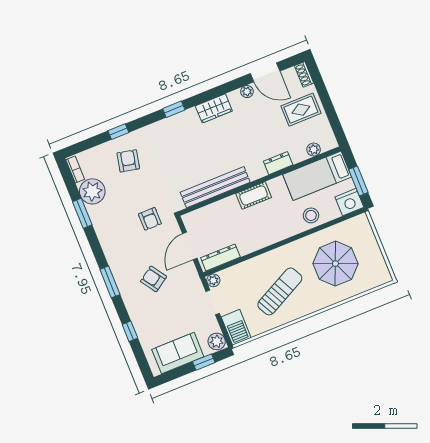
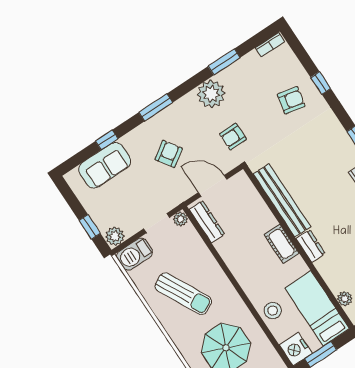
dresser: (278, 163) -> (311, 246), moved
plant: (92, 191) -> (211, 94), moved
sofa: (178, 353) -> (105, 165), moved, turned 90

